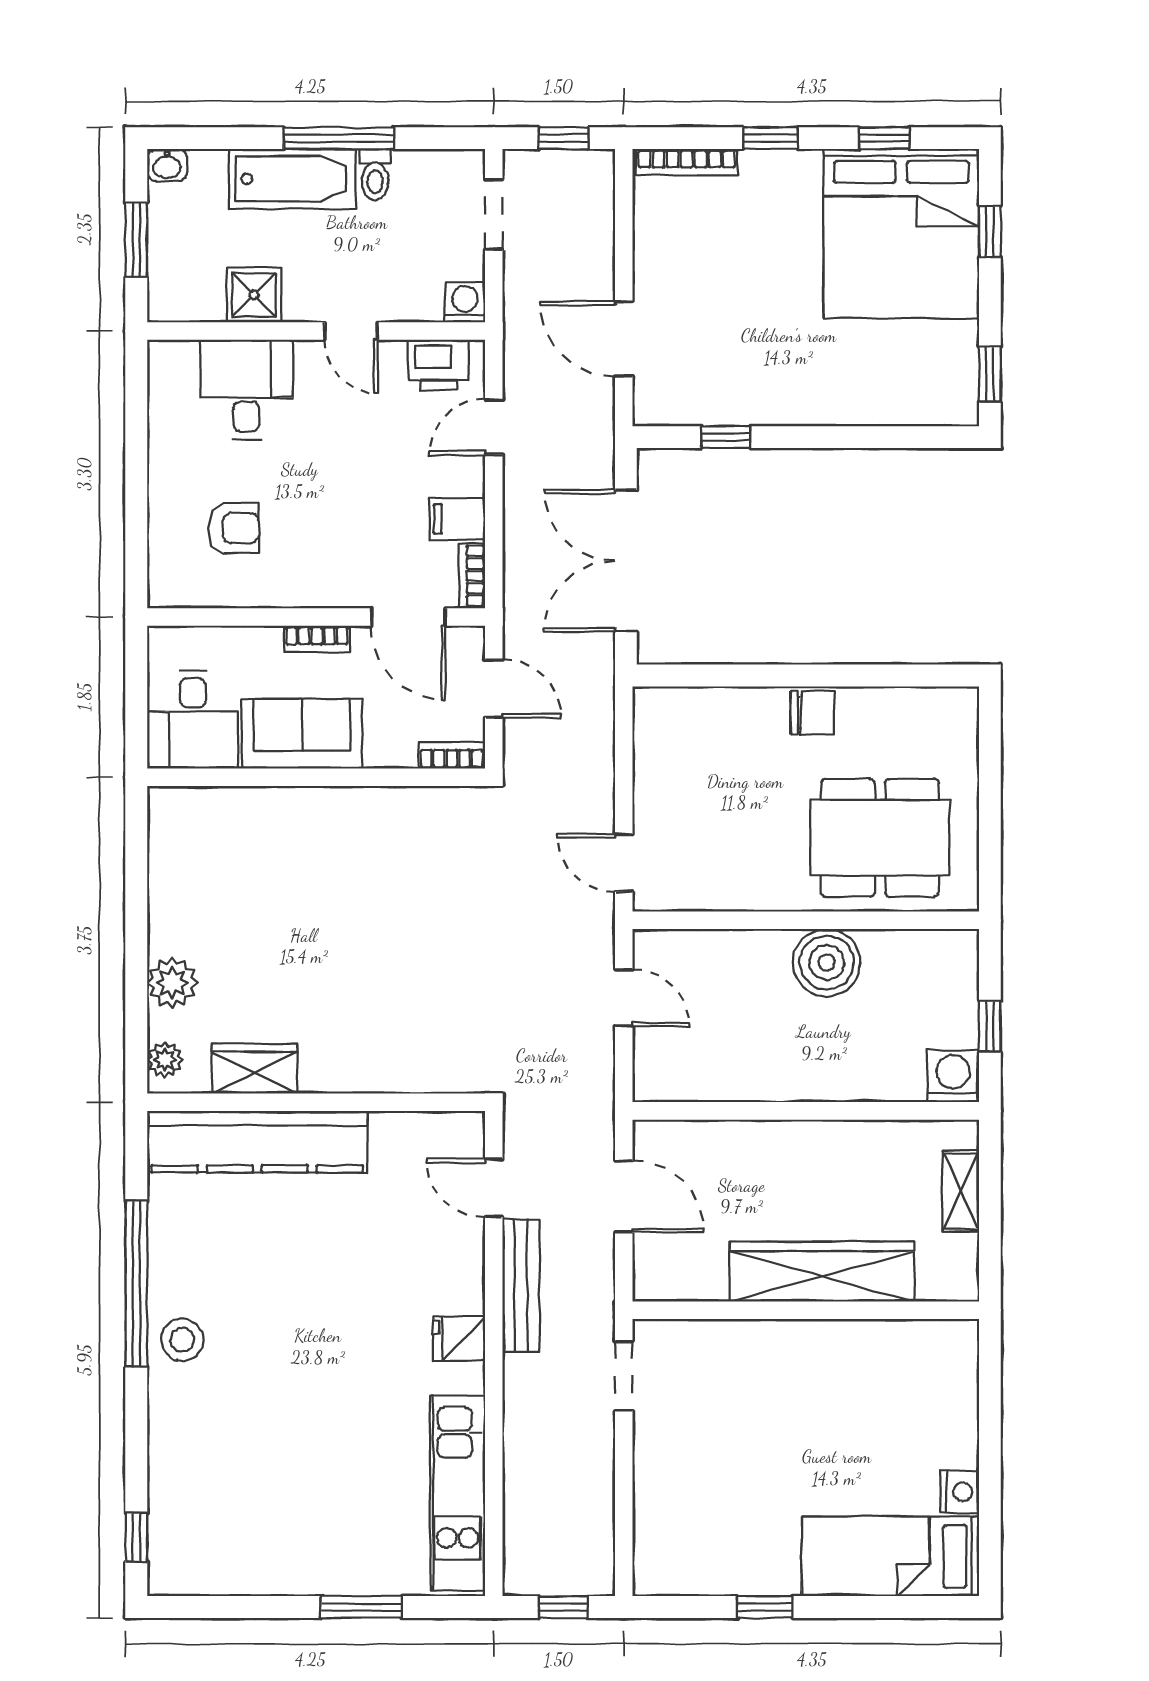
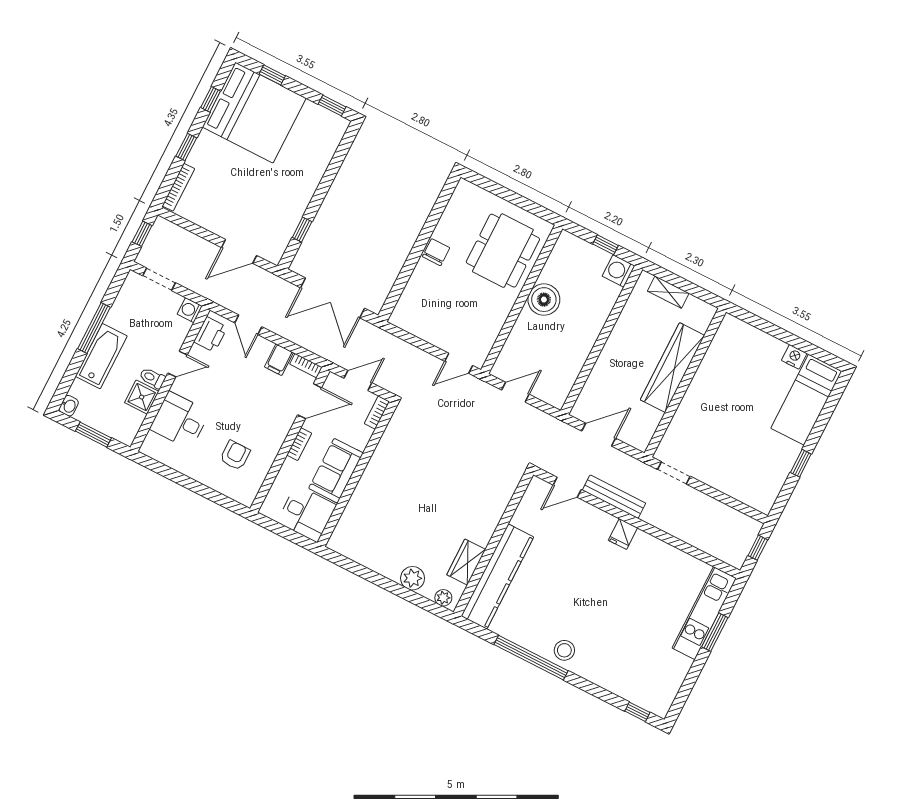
toilet: (375, 175) -> (152, 378), moved, turned 180
kitchen unit: (458, 1493) -> (704, 613), moved, turned 90

